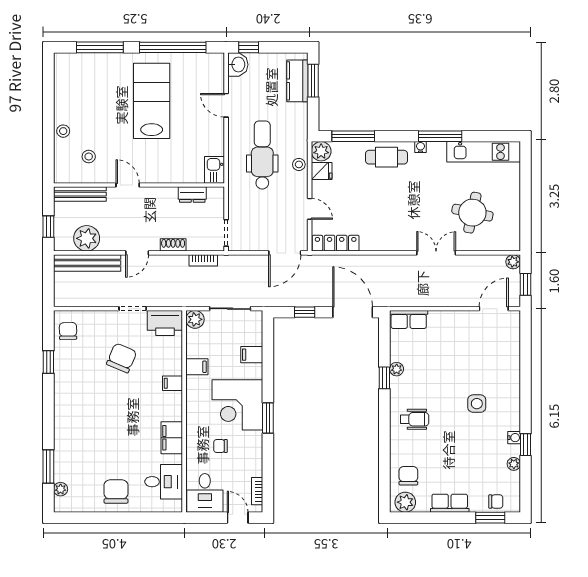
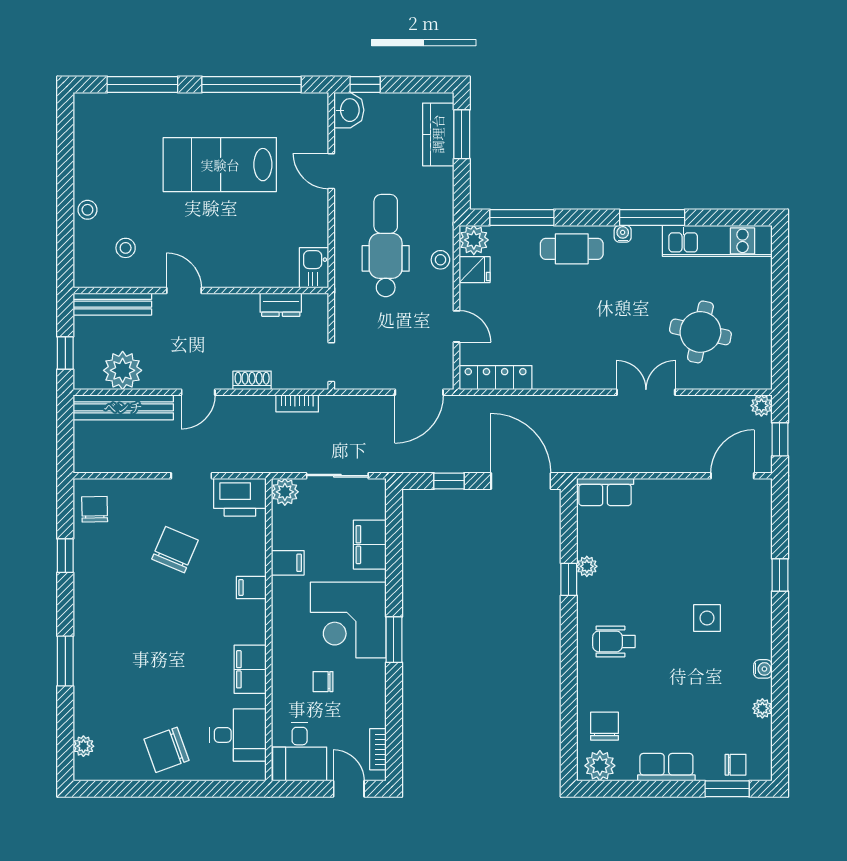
lab bench: (152, 101) -> (220, 165), turned -90
filing cabinet: (252, 355) -> (370, 545), width x2.00
wheelchair: (415, 419) -> (614, 641), turned 180
window: (526, 445) -> (780, 575), moved
window: (48, 467) -> (65, 661), moved
chair: (116, 492) -> (167, 750), turned -110

